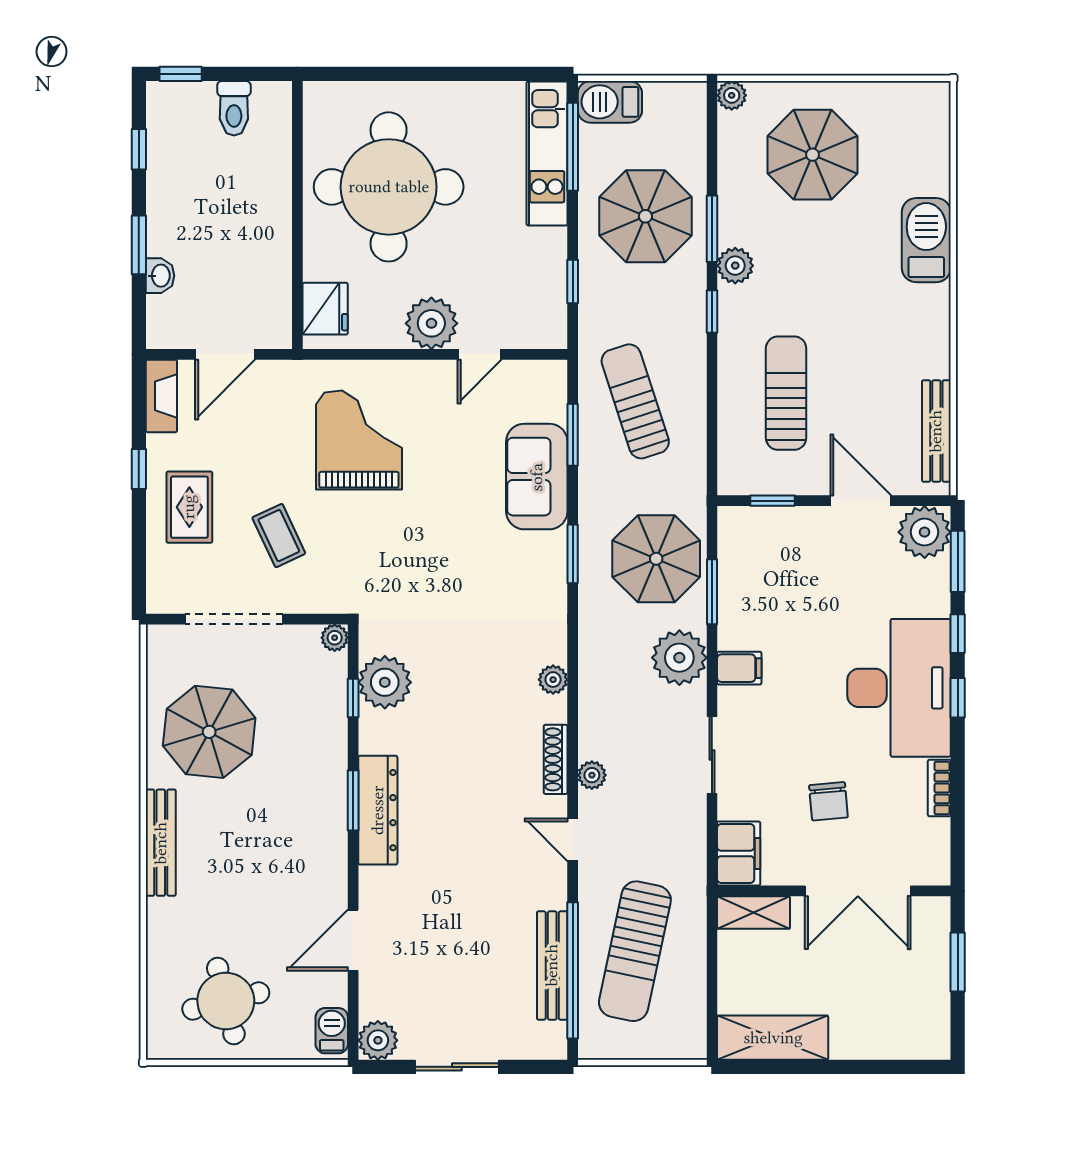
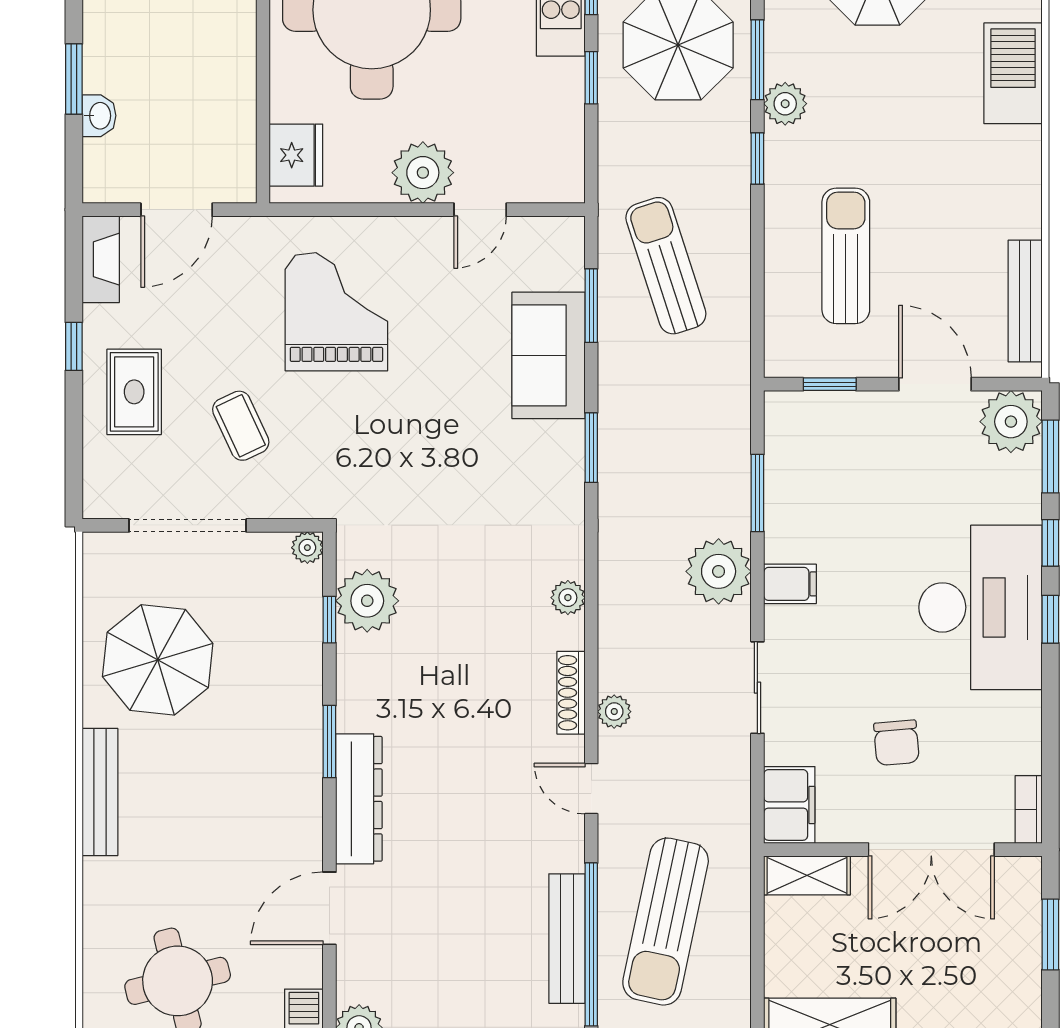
window: (573, 282) -> (591, 78), moved
parasol: (656, 559) -> (691, 453), removed
bookcase: (939, 788) -> (1029, 810), moved
dresser: (378, 810) -> (359, 799), moved

